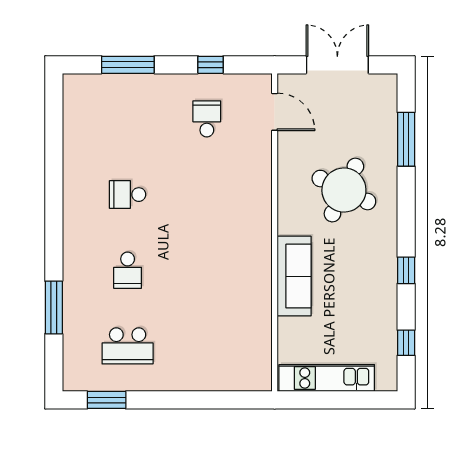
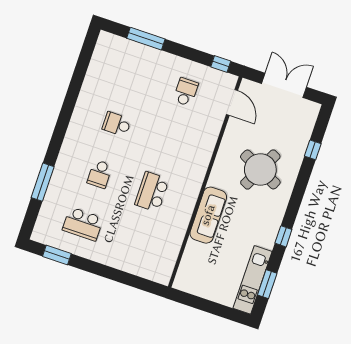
window: (211, 65) -> (221, 64), moved
window: (406, 139) -> (313, 150), width x0.46
school desk: (207, 270) -> (152, 192), added
window: (406, 343) -> (267, 284), width x1.50
kitchen unit: (327, 378) -> (253, 280), moved, turned -90

